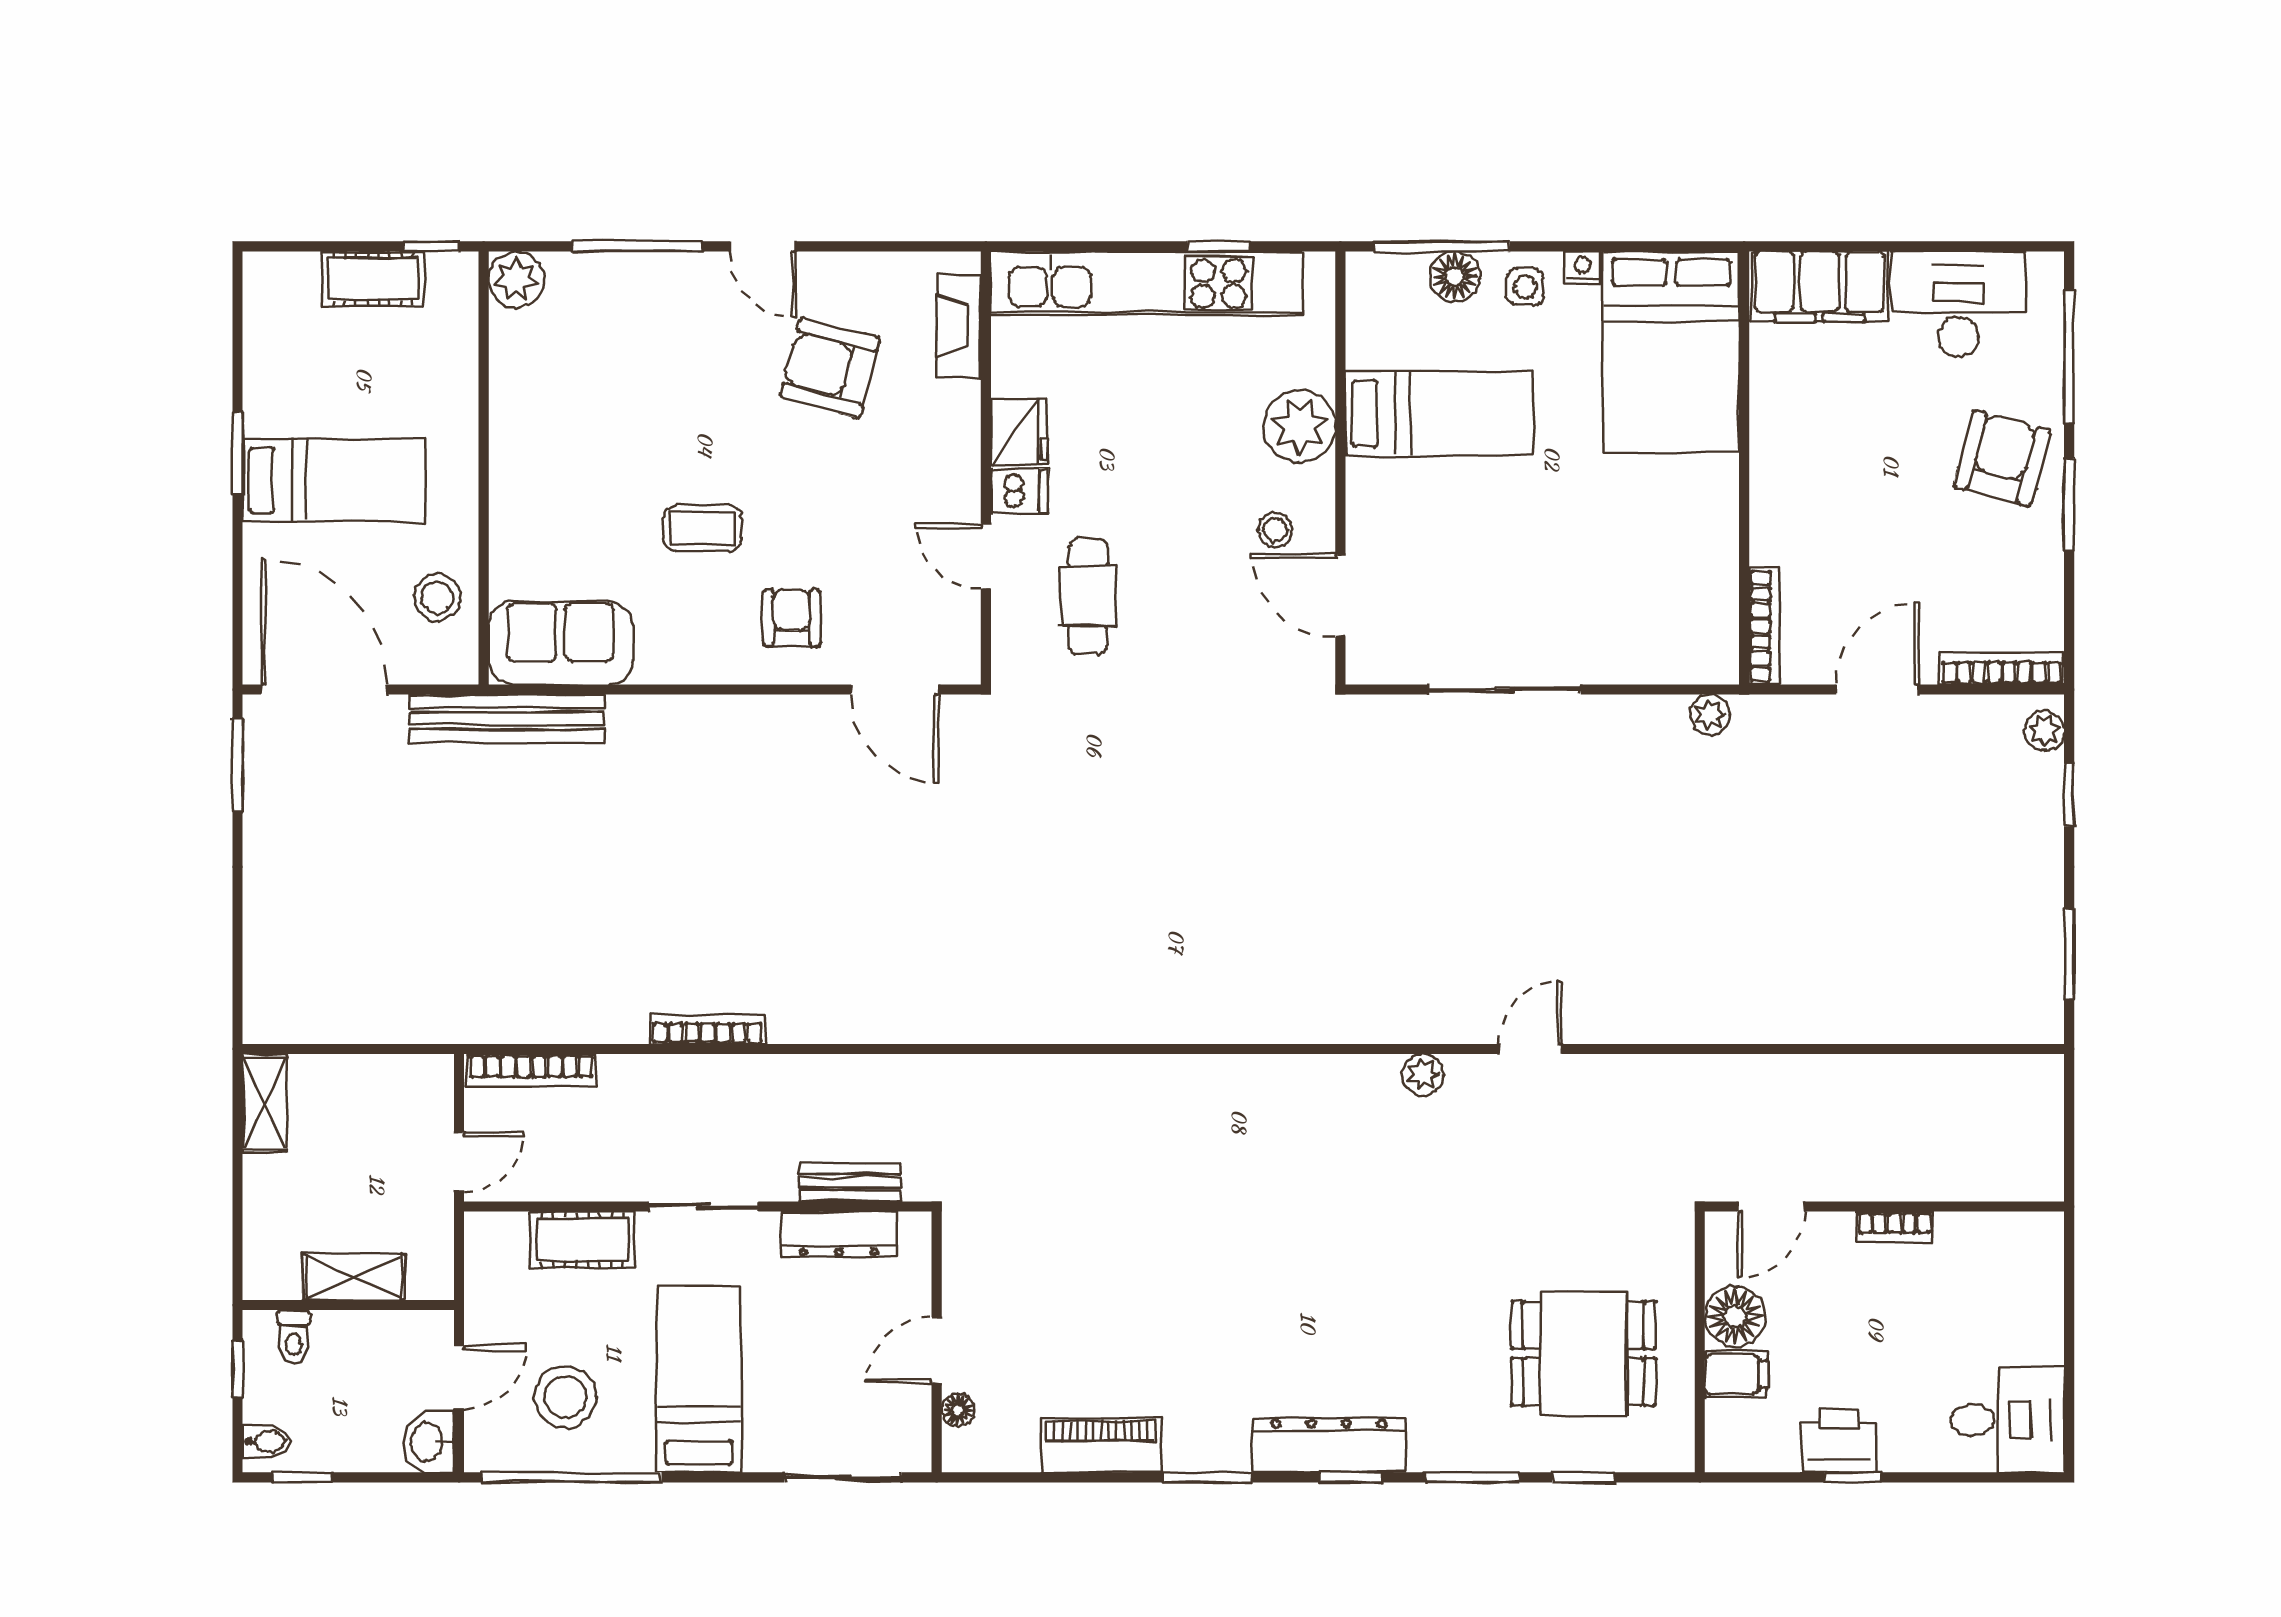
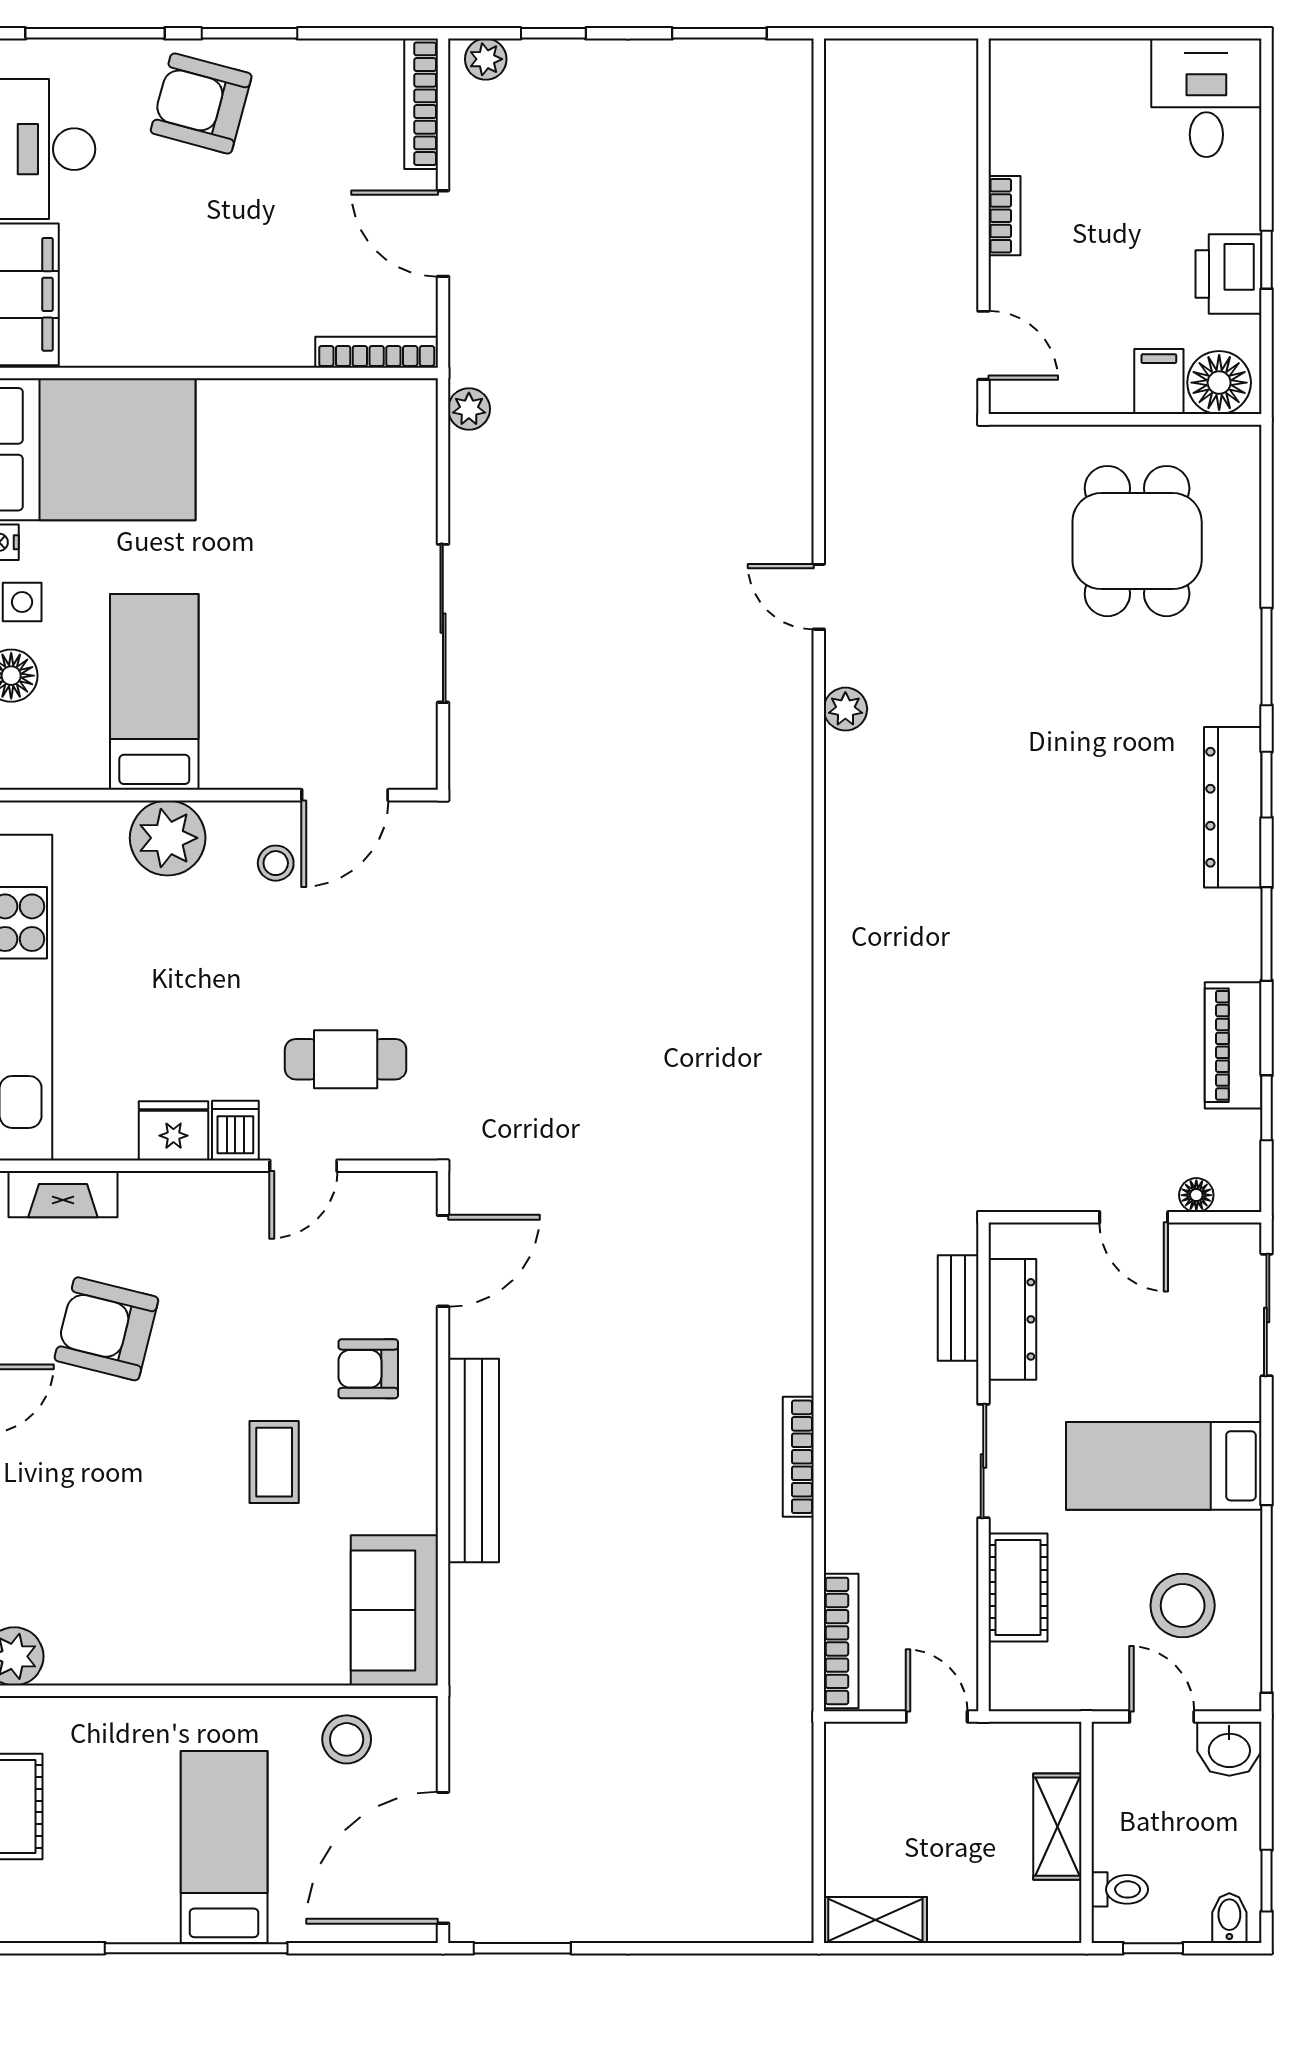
armchair: (830, 368) -> (106, 1329), turned 89
window: (237, 453) -> (196, 1948), width x2.11
bench: (507, 719) -> (473, 1461), moved
floor lamp: (1735, 1317) -> (1219, 383), moved
window: (1584, 1477) -> (1267, 1108), moved

